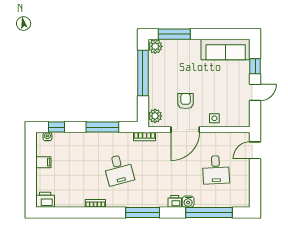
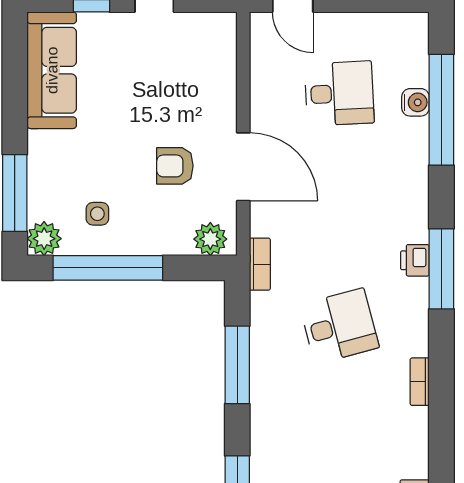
side table: (214, 118) -> (97, 214), moved
printer: (175, 201) -> (415, 260), moved
water cooler: (188, 202) -> (415, 102), moved

